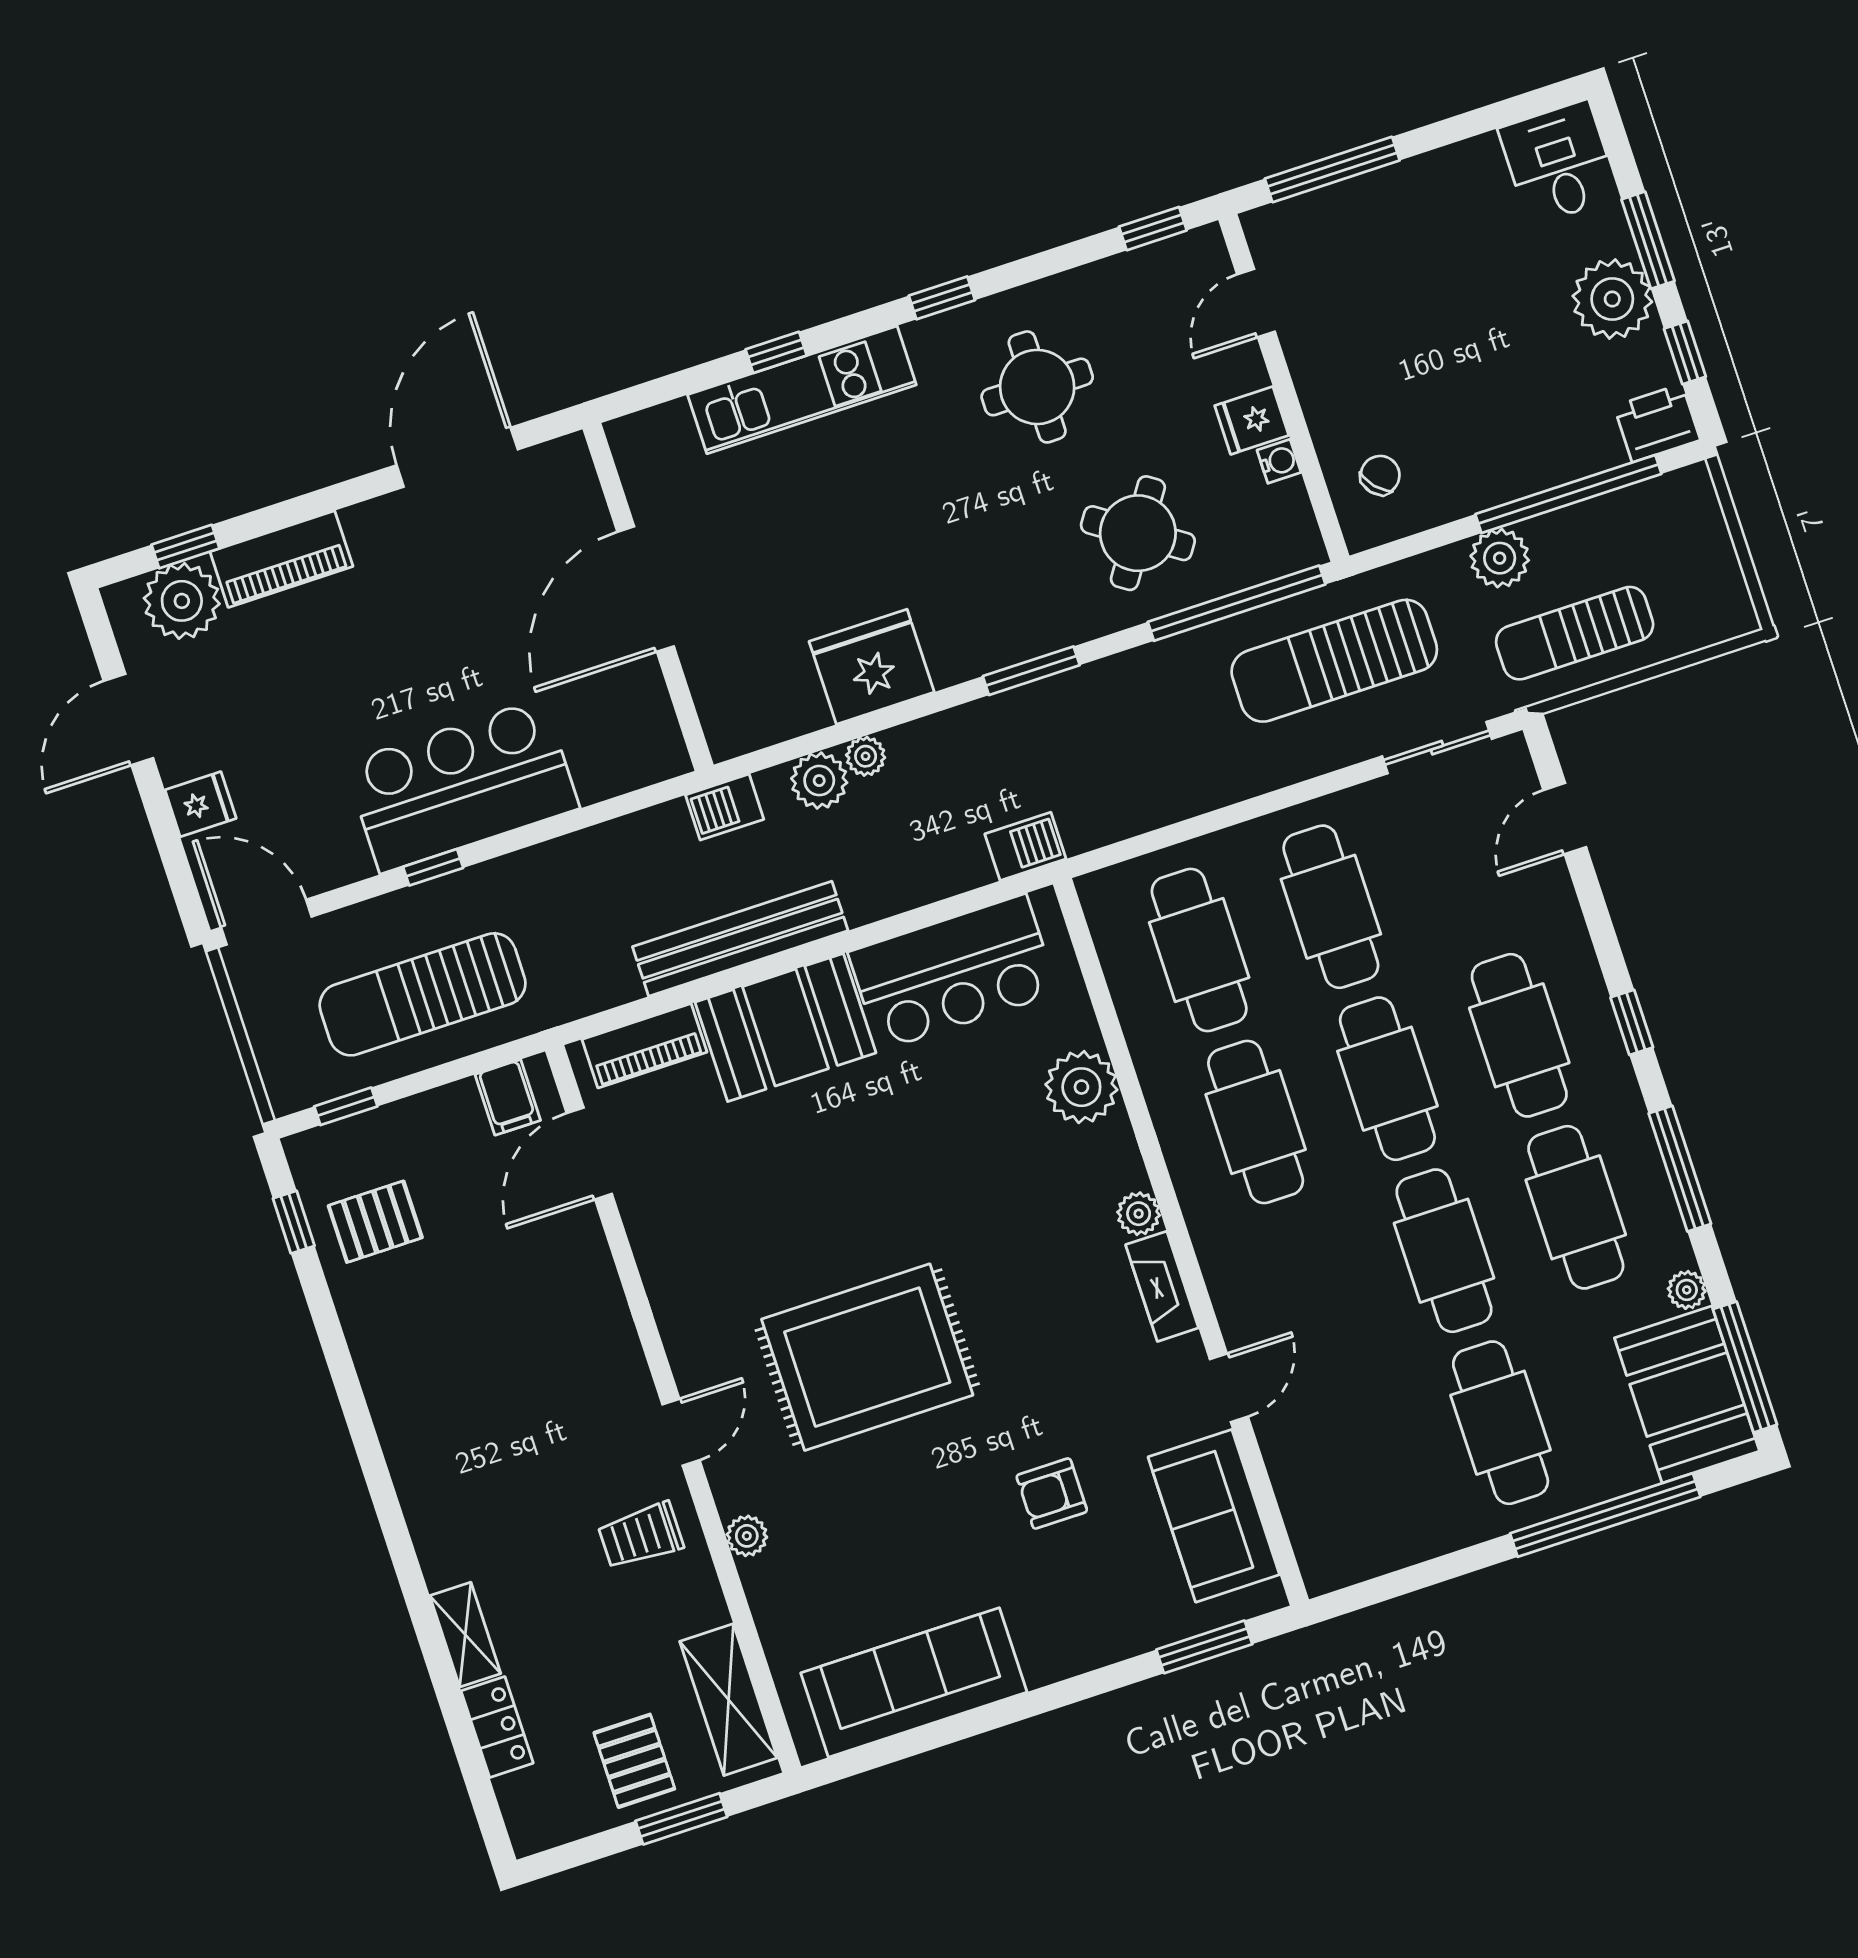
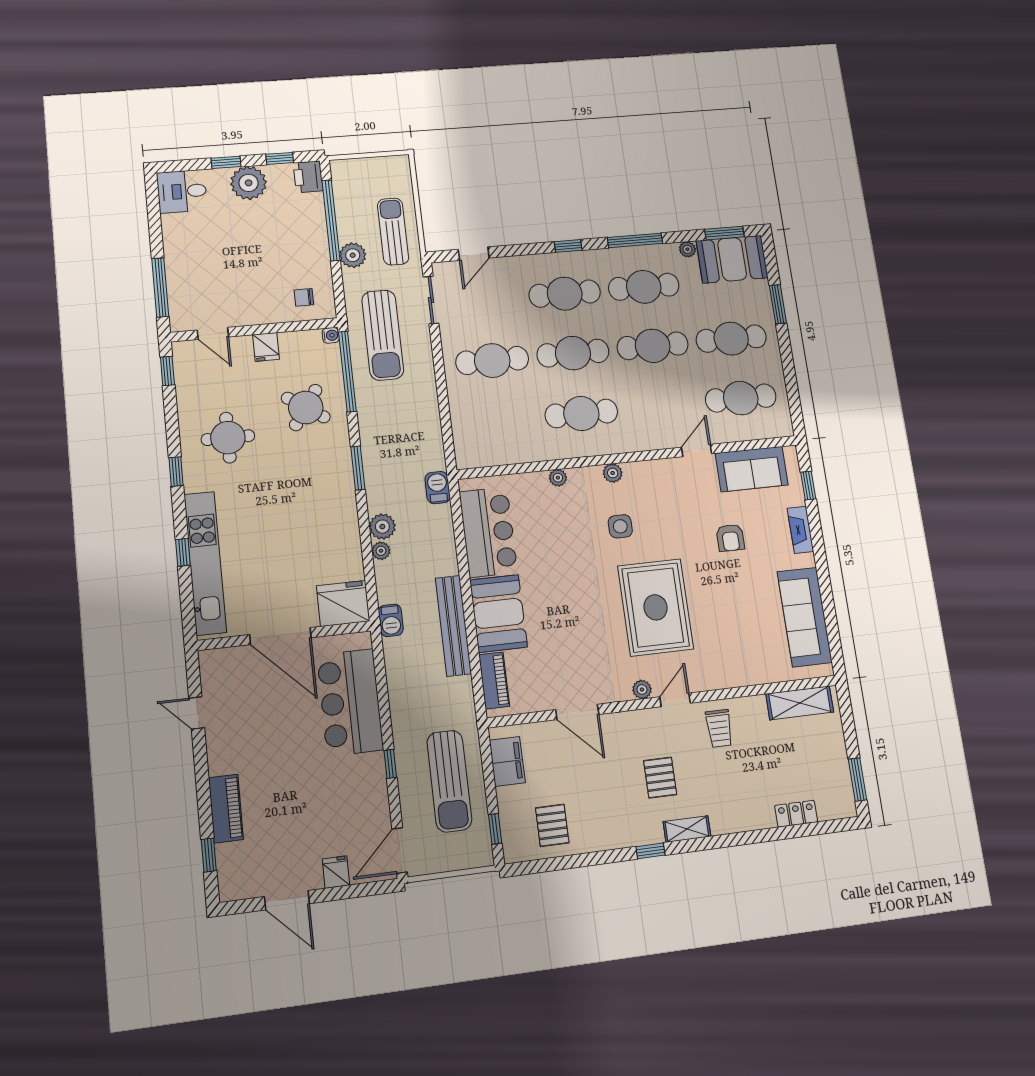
window: (1648, 240) -> (226, 162), width x0.67
kitchen unit: (802, 390) -> (205, 563), width x1.36
door: (457, 457) -> (197, 713), width x0.53
water cooler: (1279, 461) -> (331, 335), moved, turned 90
chair: (1380, 475) -> (304, 297), turned -49
plant: (182, 601) -> (235, 862), removed
sun lounger: (1575, 633) -> (393, 231), turned 180
fridge: (872, 667) -> (343, 603), moved, turned 90
plant: (819, 781) -> (382, 527), moved
bar counter: (462, 786) -> (350, 702), moved
door: (1565, 819) -> (474, 254), hinge flipped
cafe table: (1199, 950) -> (741, 398), moved
plant: (1081, 1087) -> (558, 478), width x0.53, depth x0.53
filing cabinet: (508, 1097) -> (507, 761), width x2.00
door: (589, 1154) -> (577, 712), moved
window: (294, 1222) -> (651, 851), moved
side table: (1026, 1251) -> (620, 526), added
fireplace: (1162, 1286) -> (800, 530), moved, turned 90
window: (1745, 1367) -> (724, 233), width x0.69
door: (1229, 1388) -> (697, 450), hinge flipped
door: (681, 1432) -> (675, 700), hinge flipped
window: (1605, 1515) -> (778, 304), width x0.47
plant: (747, 1536) -> (642, 689), moved
shelving: (465, 1635) -> (687, 829), moved
window: (1204, 1647) -> (808, 486), width x0.67
pallet: (634, 1761) -> (660, 778), moved, turned 90
window: (681, 1819) -> (857, 779), moved

